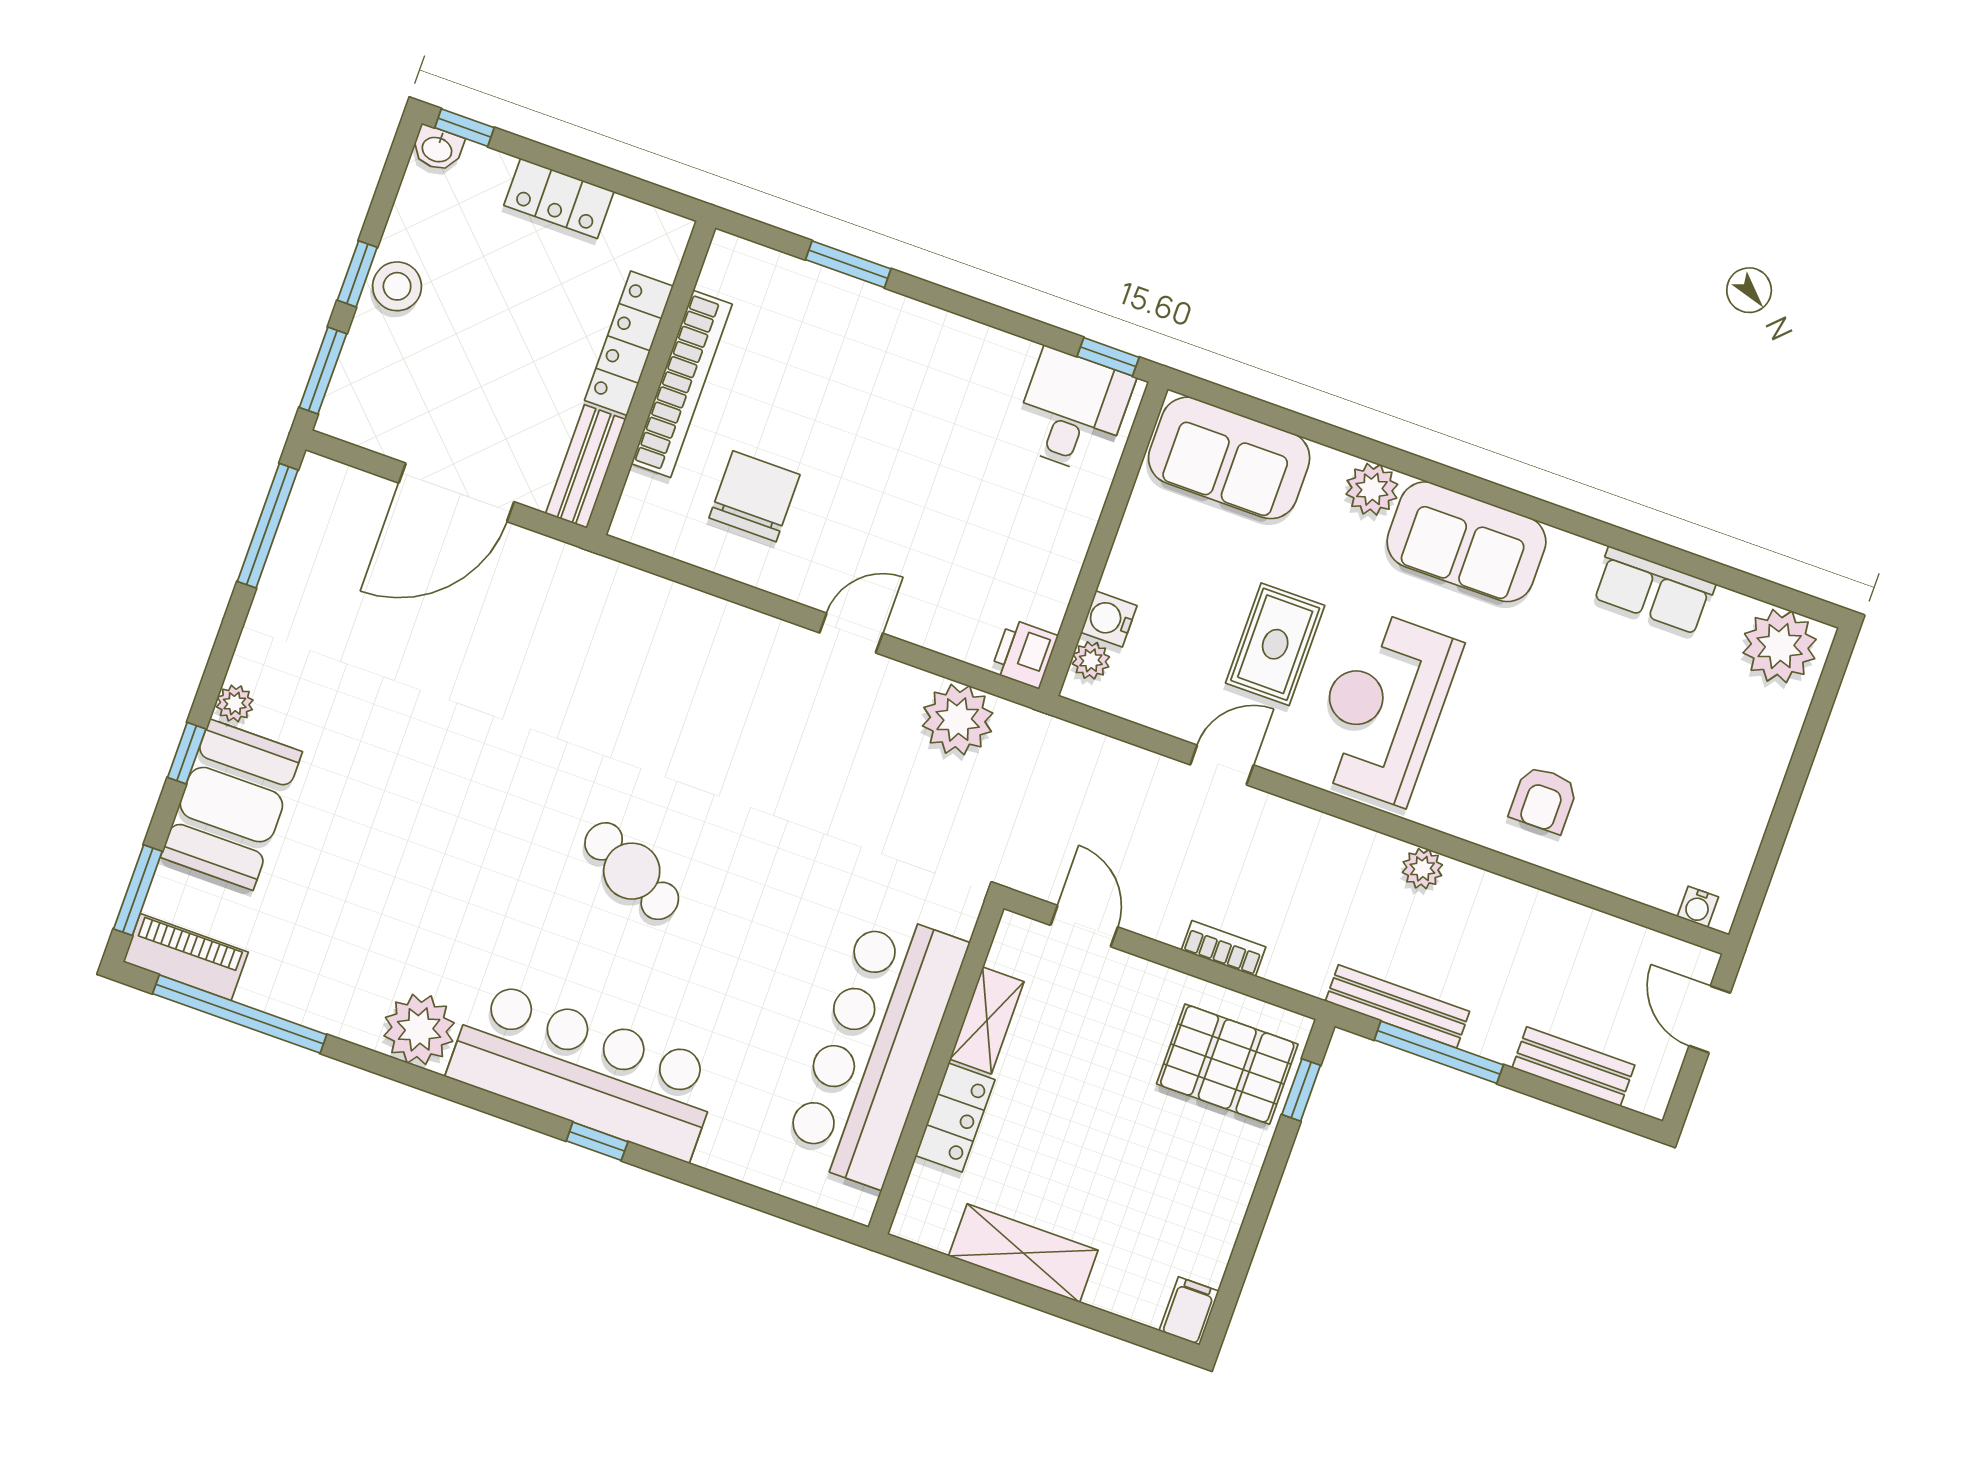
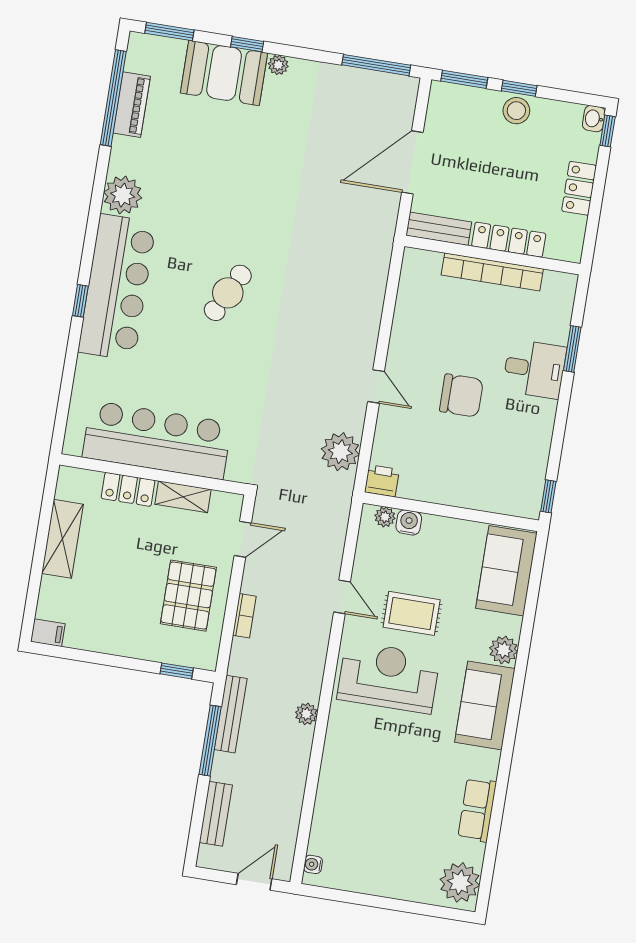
desk: (1073, 411) -> (534, 369), moved
door: (456, 492) -> (412, 162), hinge flipped
chair: (754, 496) -> (461, 396), moved
armchair: (1544, 800) -> (355, 772), removed
piano: (186, 957) -> (132, 105), moved
pallet: (1227, 1064) -> (188, 596), moved

